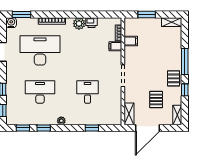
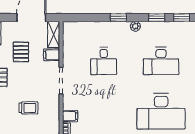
filing cabinet: (131, 41) -> (52, 55), moved
trolley: (150, 53) -> (28, 108), added
window: (92, 128) -> (118, 18), moved

